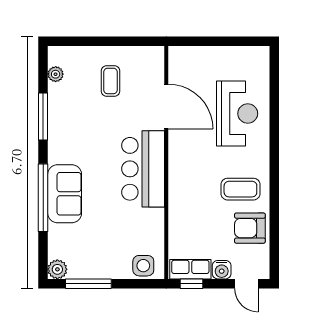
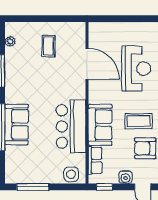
bar counter: (143, 169) -> (71, 126), moved
sofa: (185, 194) -> (100, 125), added
plant: (57, 269) -> (12, 177), removed
row of seats: (190, 269) -> (95, 161), moved, turned 90

